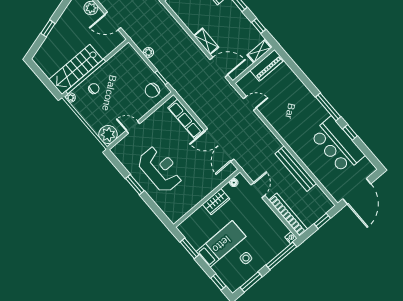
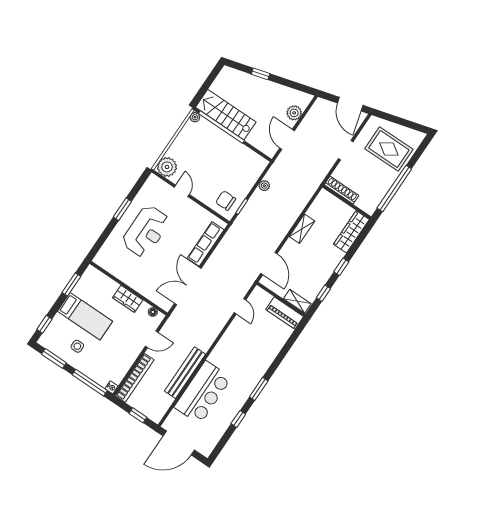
shelving: (206, 41) -> (302, 229), moved
chair: (94, 89) -> (211, 139), removed
window: (328, 107) -> (259, 389), width x0.69
bar counter: (337, 145) -> (203, 392), moved, turned 180

